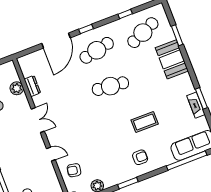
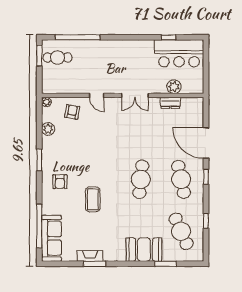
door: (51, 154) -> (97, 95), hinge flipped

